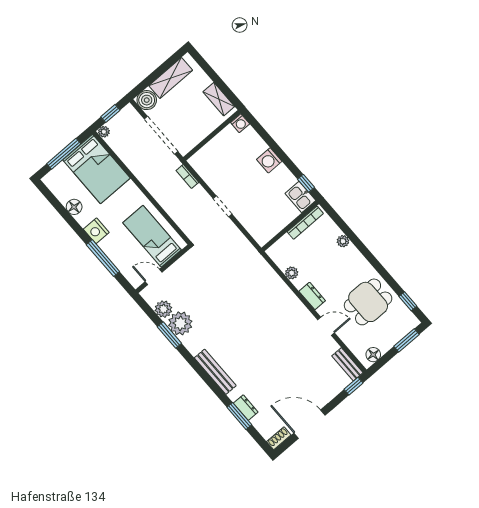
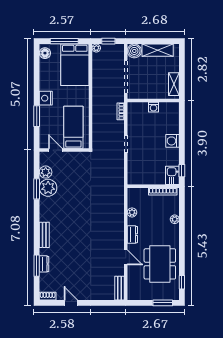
washing machine: (240, 123) -> (154, 107), moved
floor lamp: (74, 207) -> (45, 53), moved
window: (103, 258) -> (37, 116), width x0.69
dining table: (368, 302) -> (160, 264), width x1.37
floor lamp: (373, 355) -> (138, 295), removed
bench: (215, 372) -> (44, 235), width x0.73
window: (354, 386) -> (113, 303), removed
door: (310, 424) -> (71, 303), width x0.53

